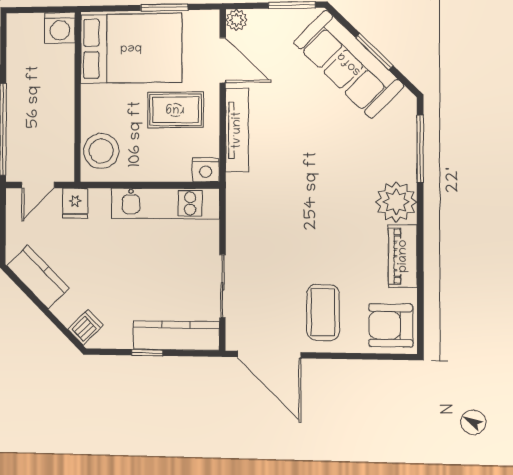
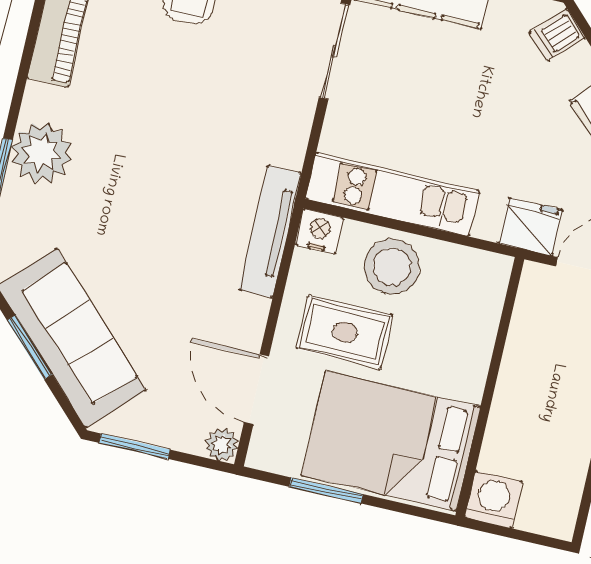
tv unit: (237, 130) -> (270, 231), moved
stool: (101, 151) -> (392, 267), moved
plant: (396, 202) -> (41, 153), moved
fridge: (75, 203) -> (531, 227), width x1.38

